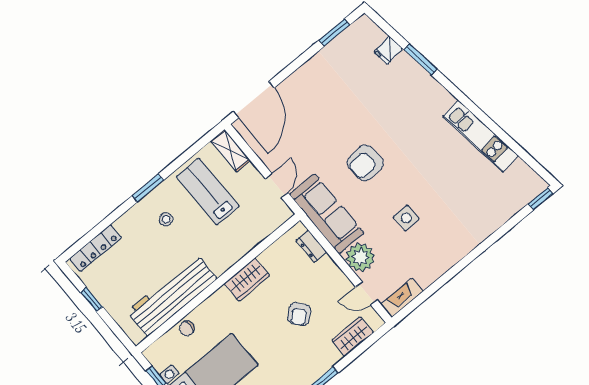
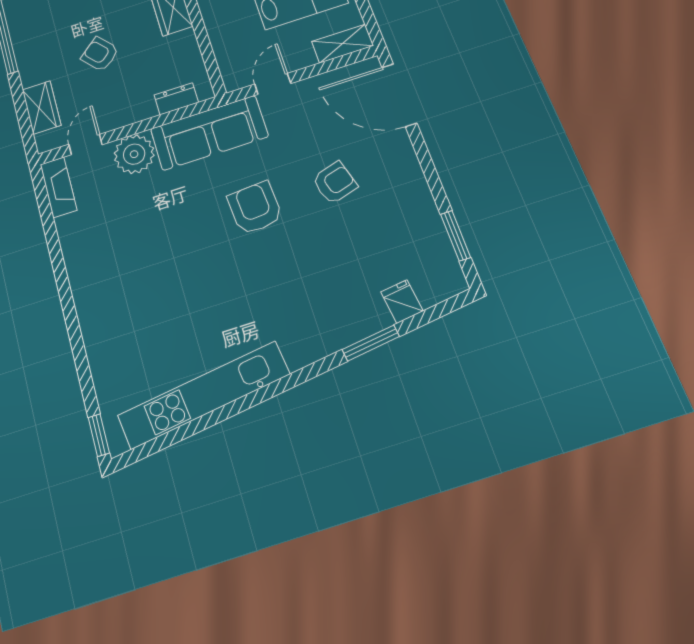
armchair: (329, 119) -> (335, 183), added
kitchen unit: (481, 136) -> (204, 395), width x1.36
door: (277, 186) -> (273, 84), swing flipped
side table: (406, 218) -> (158, 233), removed

